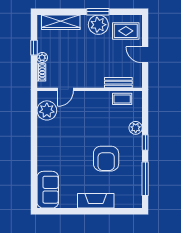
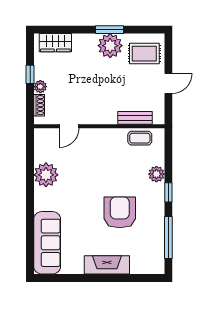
wardrobe: (61, 22) -> (55, 43), width x0.67
door: (145, 55) -> (168, 83), swing flipped
plant: (47, 110) -> (46, 175), moved
armchair: (106, 159) -> (120, 212), turned 180
sofa: (48, 190) -> (47, 243), width x1.36

